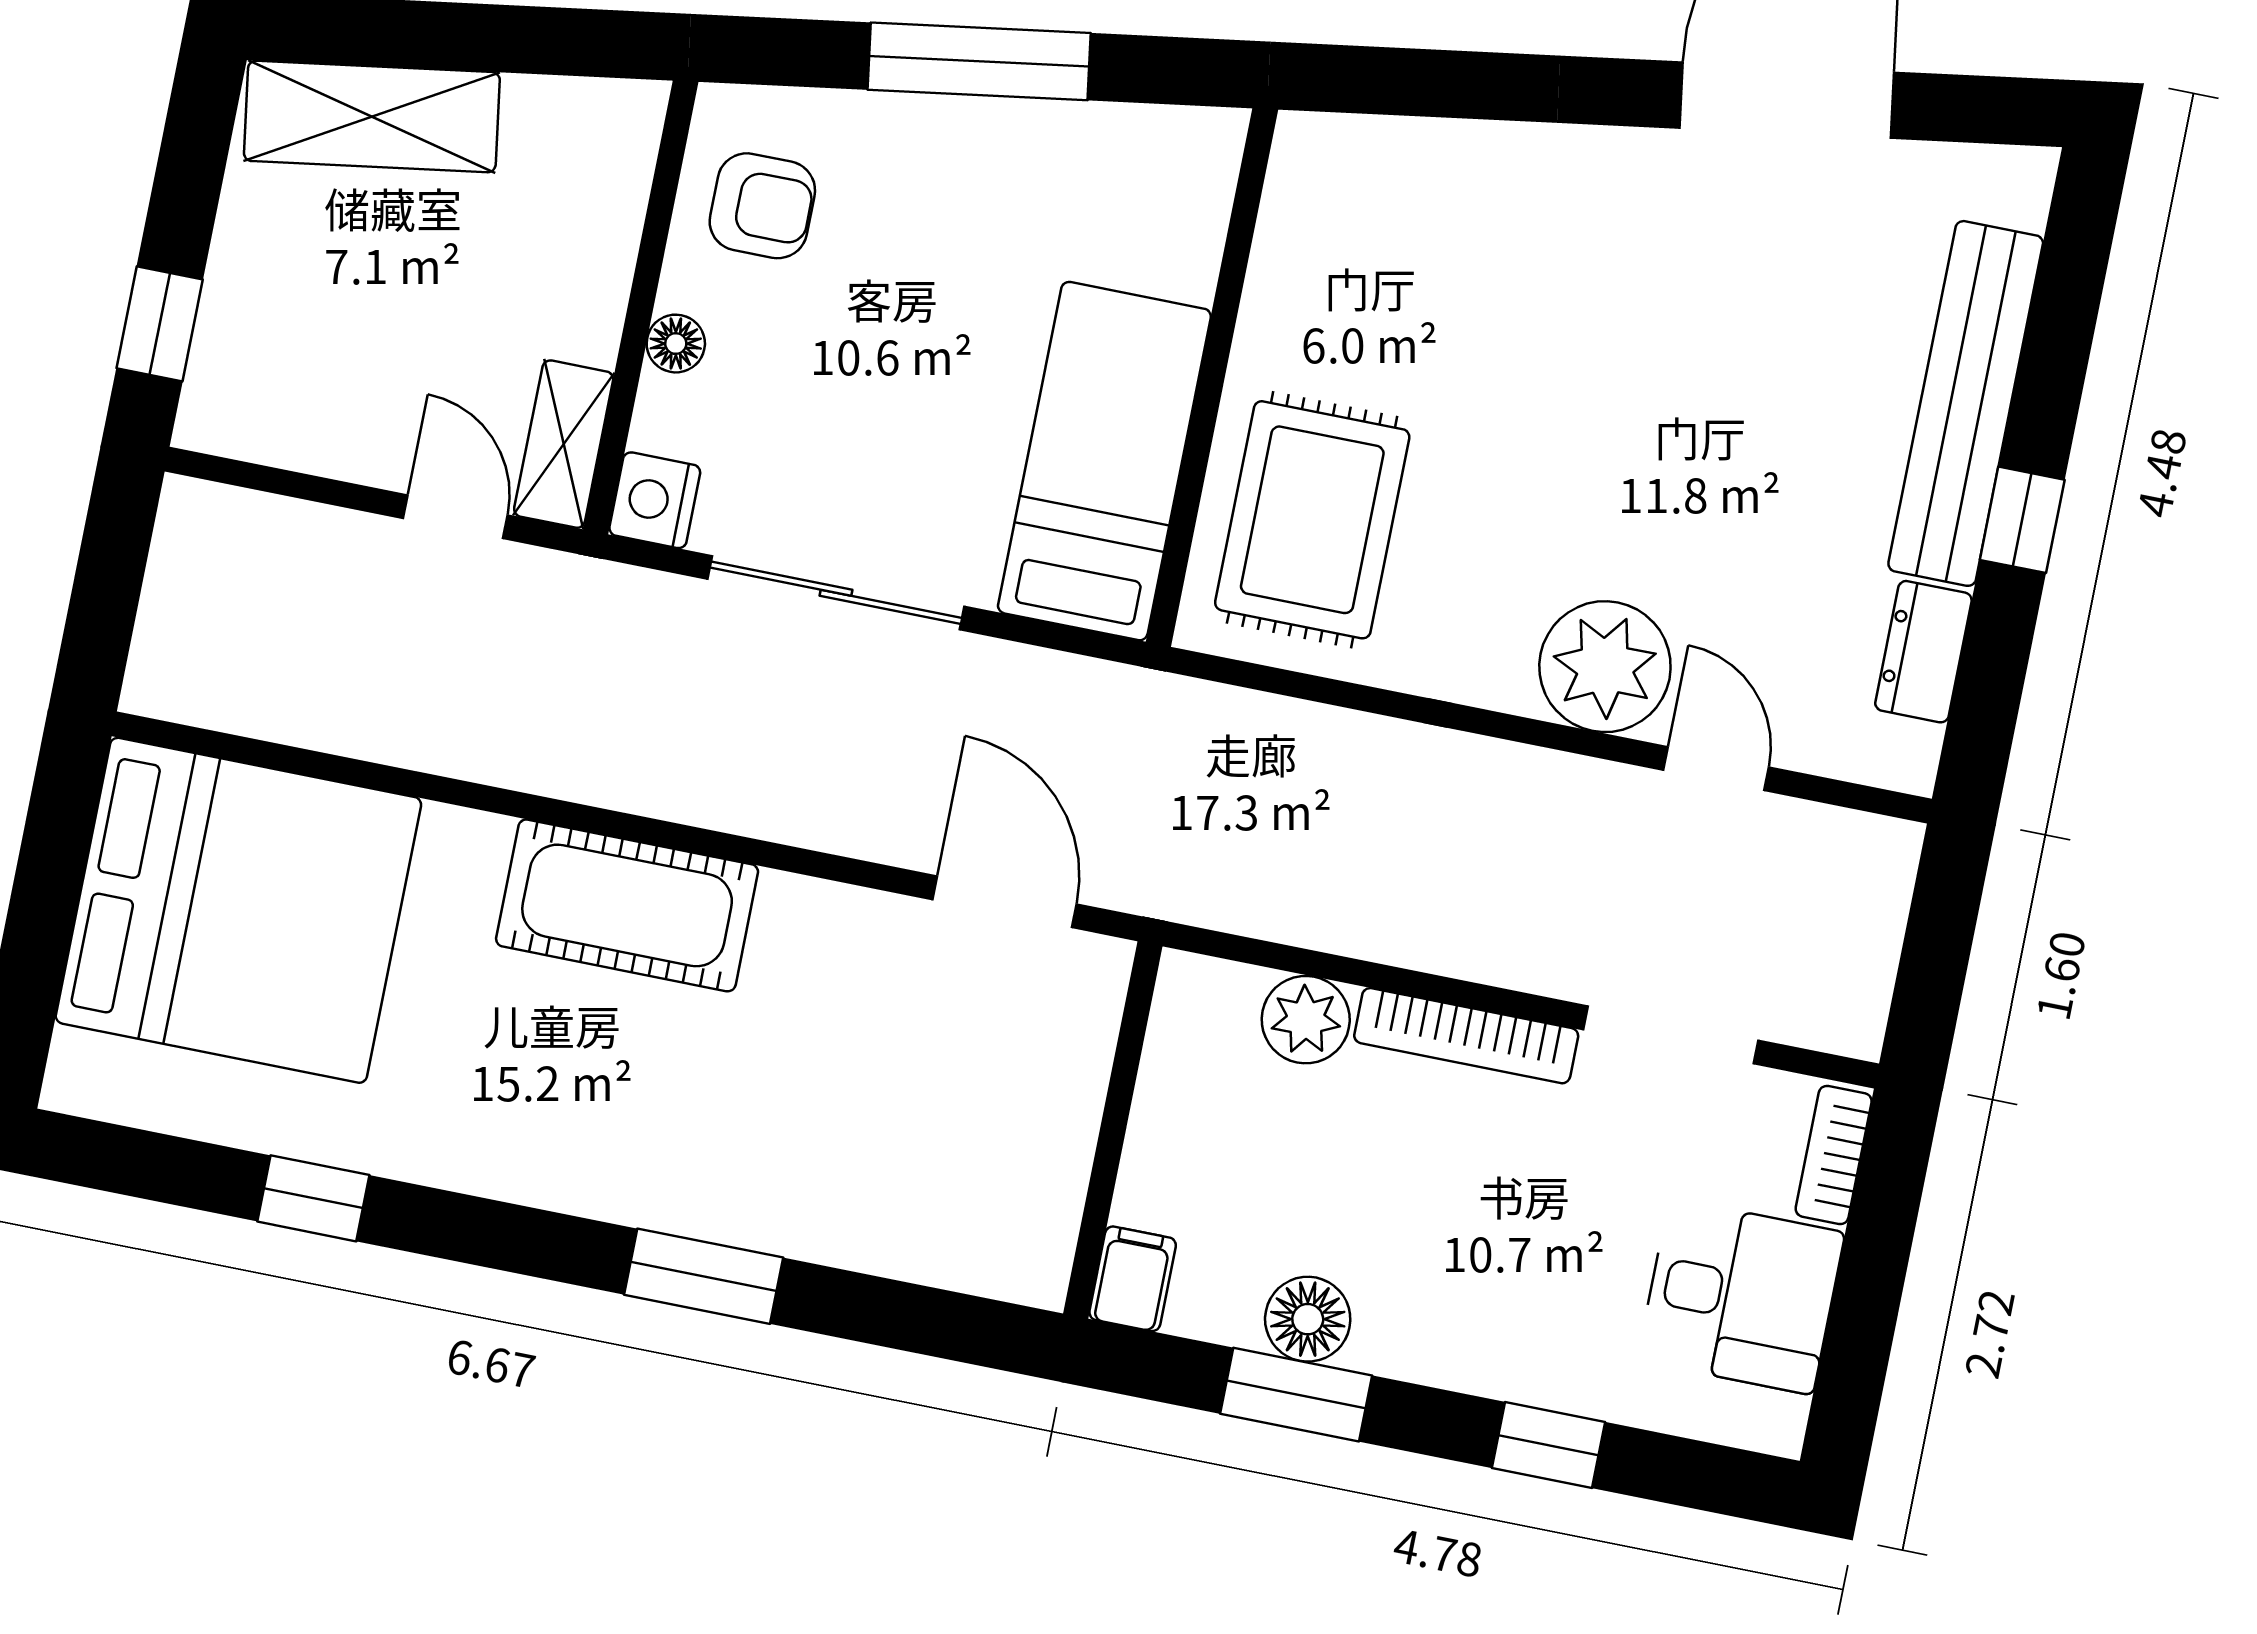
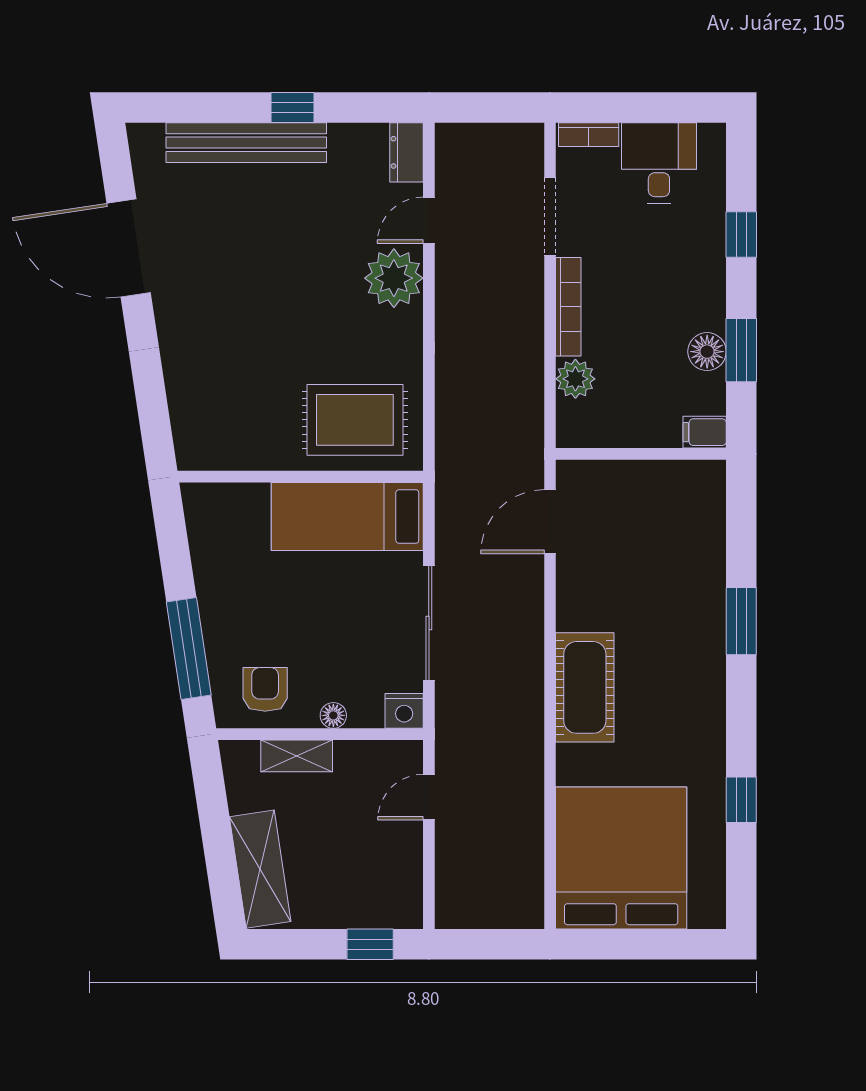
window: (979, 61) -> (189, 648), moved
shelving: (564, 444) -> (297, 756), moved
dresser: (1923, 652) -> (407, 152), moved, turned 90

